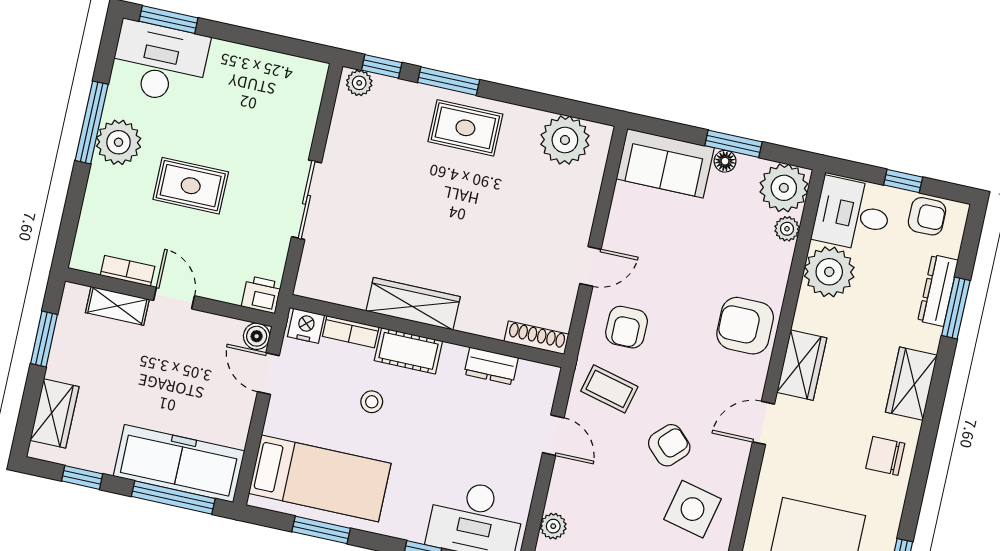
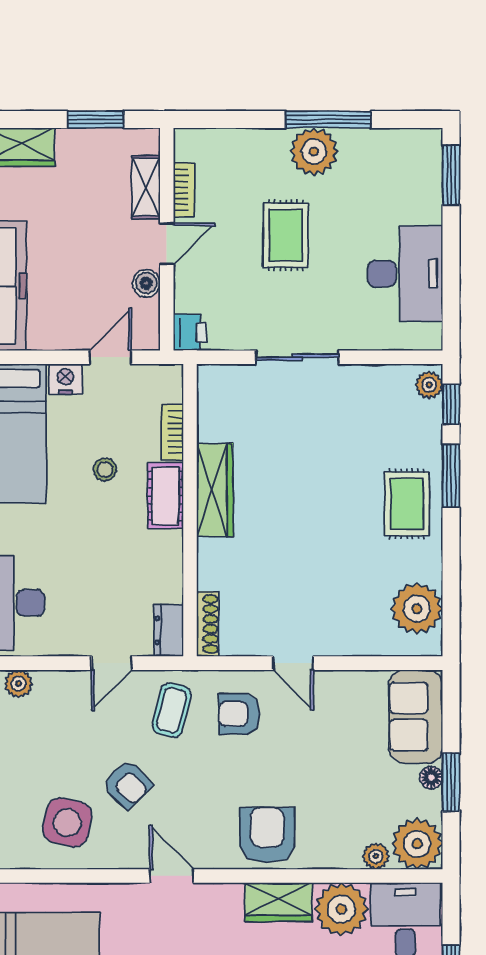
desk: (159, 62) -> (405, 274), moved
nightstand: (306, 326) -> (65, 379), moved, turned -90
boiler: (257, 336) -> (146, 283), moved
wardrobe: (802, 365) -> (278, 902), moved
dresser: (491, 366) -> (169, 630), moved

